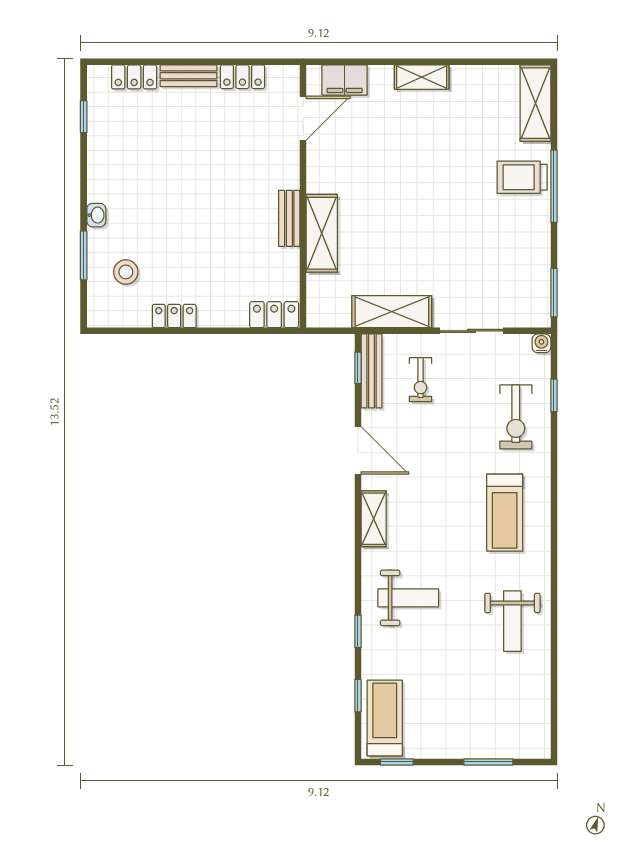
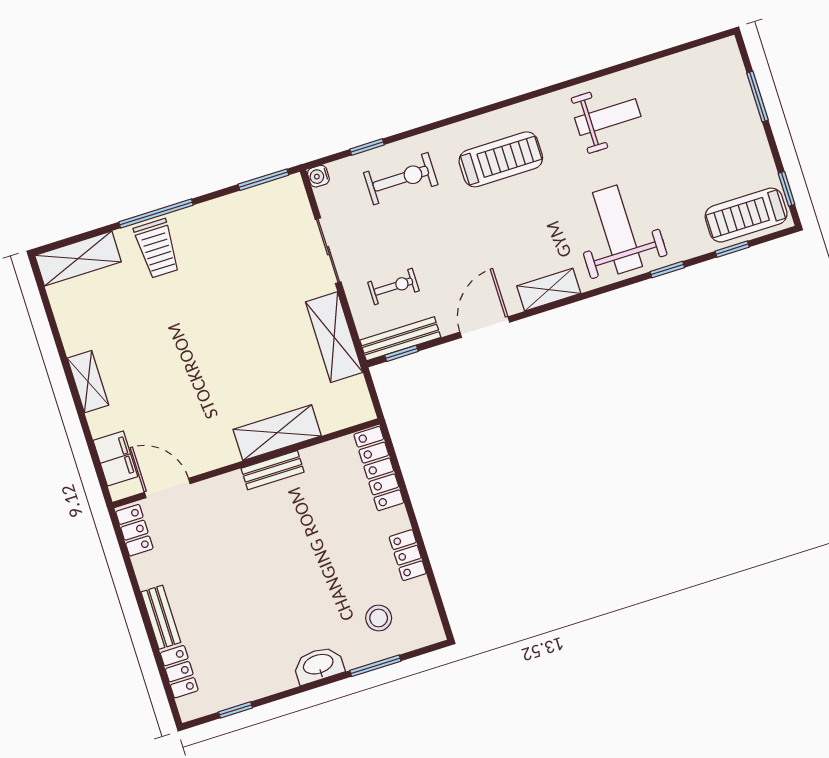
locker: (242, 77) -> (134, 530), moved
washbasin: (96, 215) -> (318, 665), width x1.91, depth x1.45
locker: (274, 315) -> (379, 468), width x1.53
weight bench: (408, 598) -> (617, 229), width x1.36, depth x1.33

